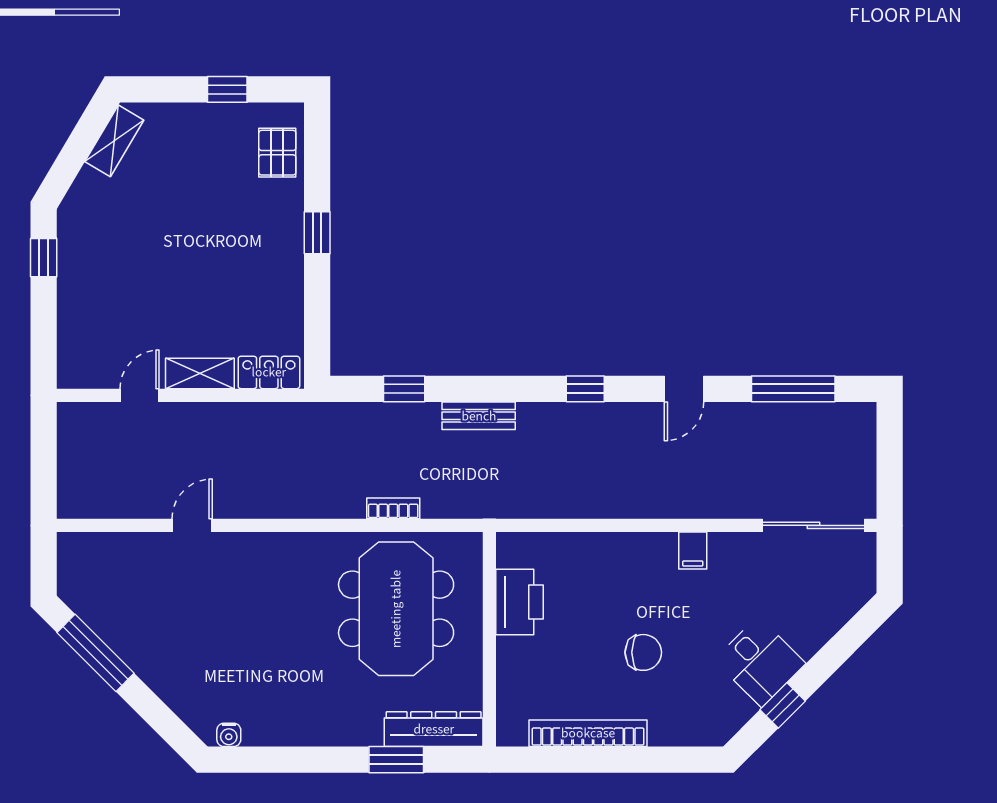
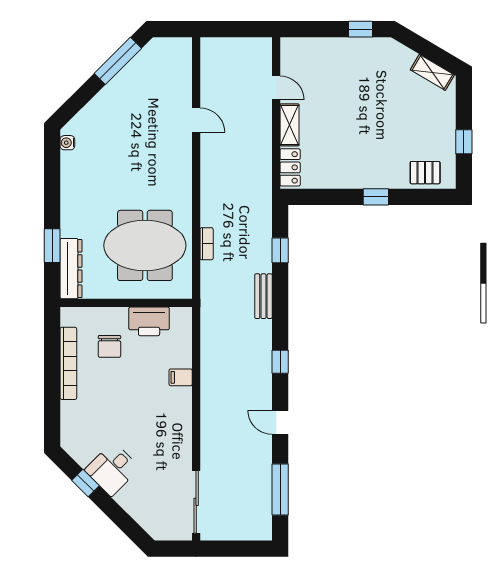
filing cabinet: (693, 551) -> (181, 377), moved
chair: (643, 652) -> (109, 346), moved

